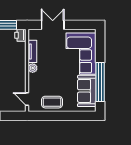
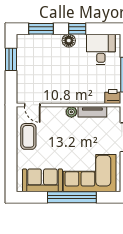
window: (100, 82) -> (72, 197), moved
door: (27, 99) -> (32, 105), swing flipped

